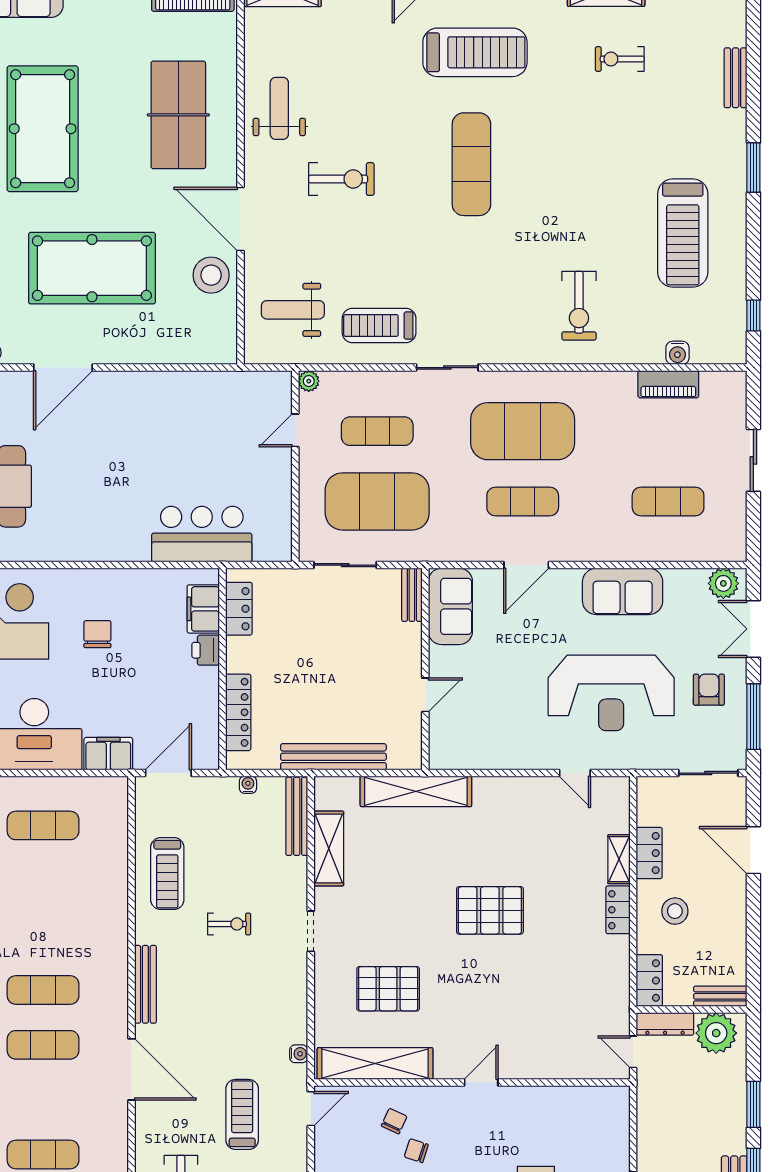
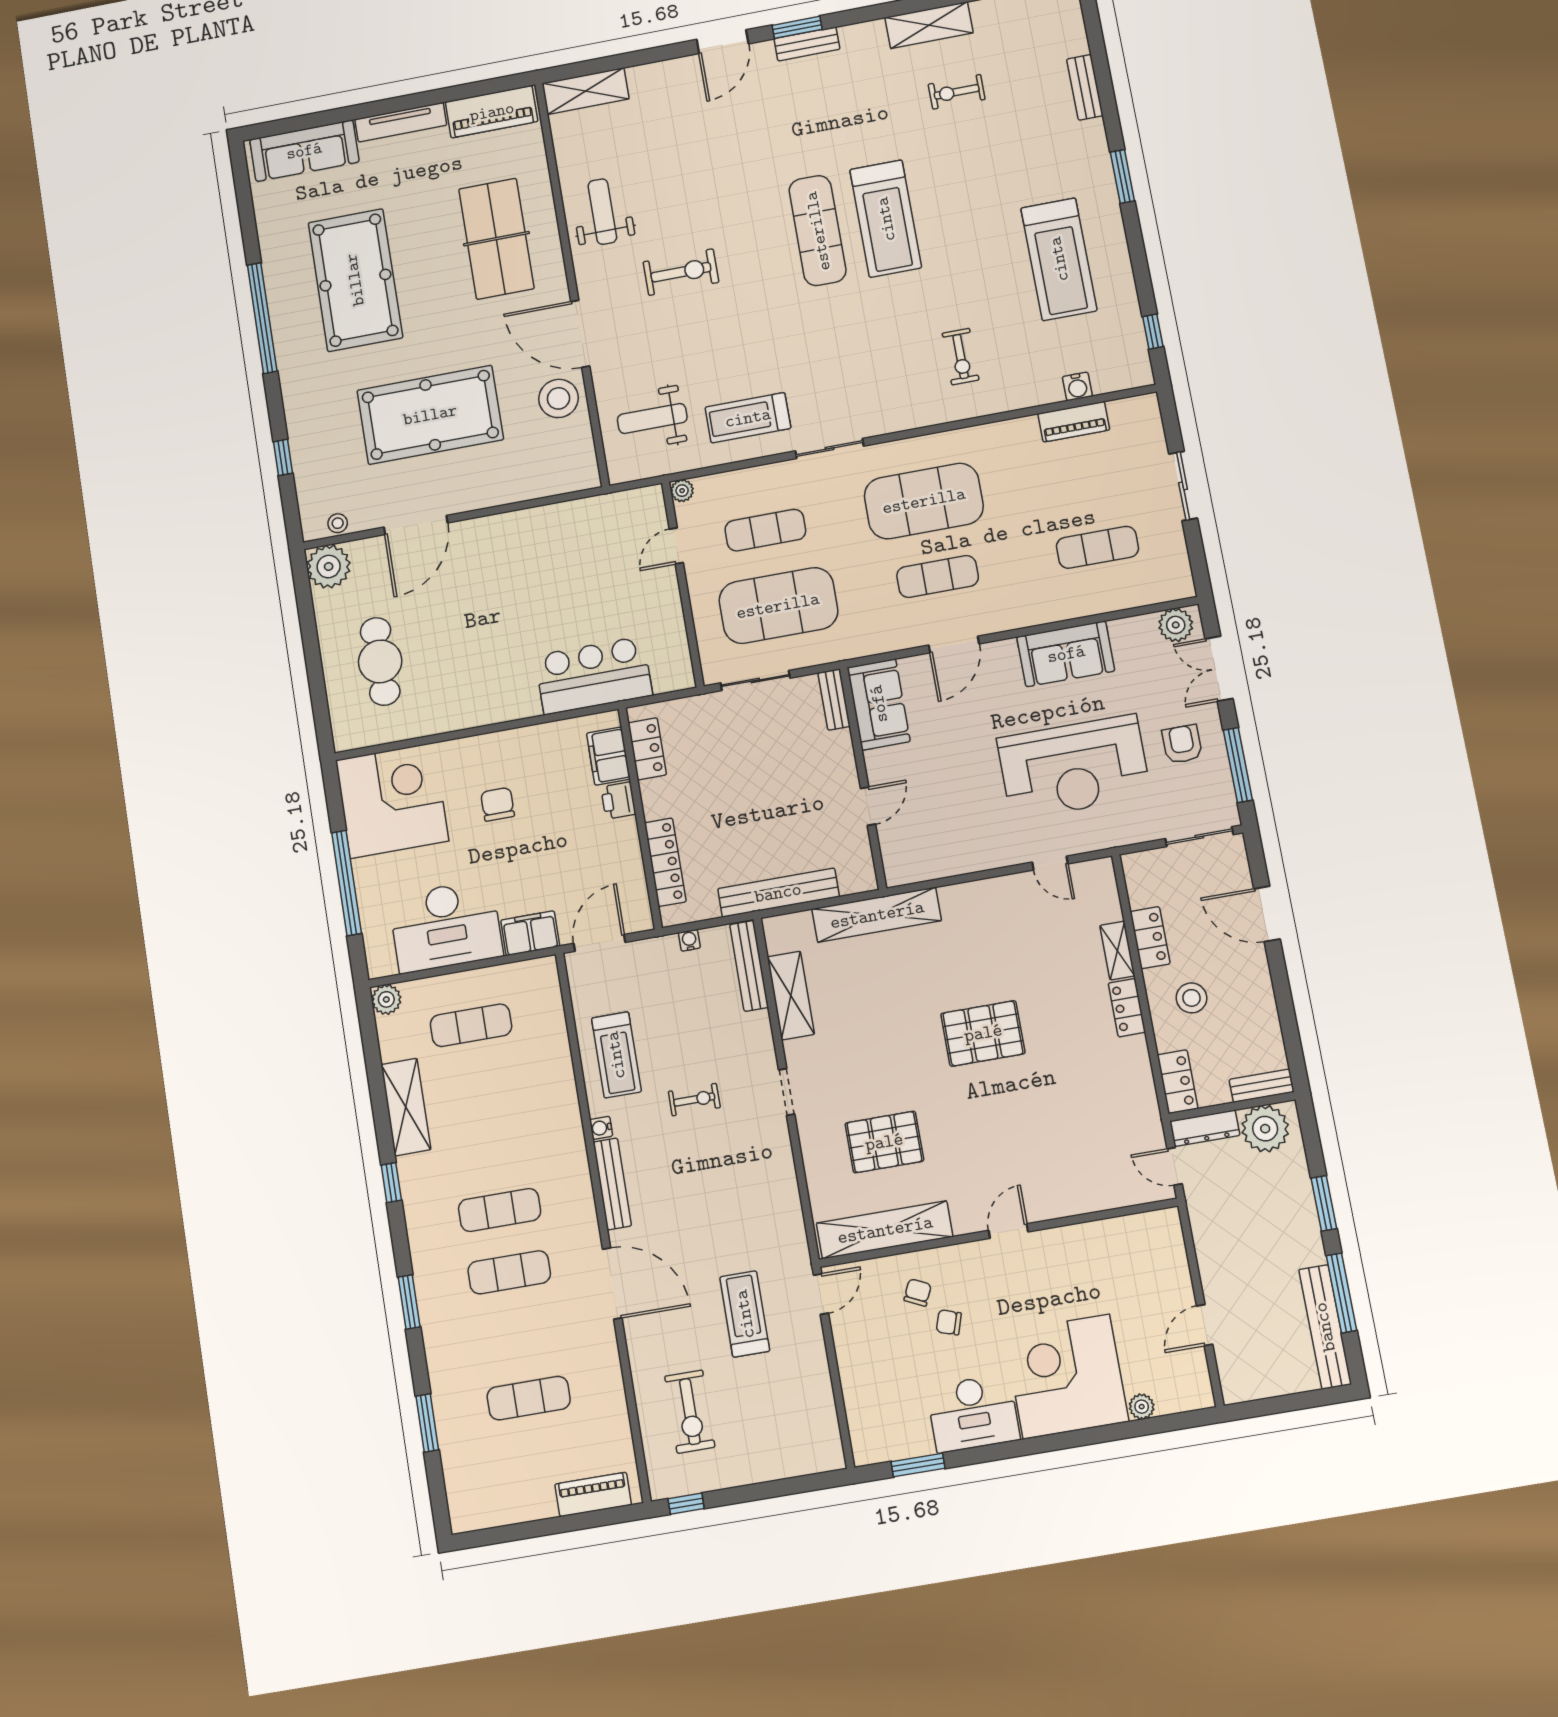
treadmill: (475, 52) -> (886, 219), moved, turned 90
exercise bike: (579, 306) -> (961, 357), width x0.73, depth x0.72
water cooler: (299, 1054) -> (601, 1128), moved, turned 180

